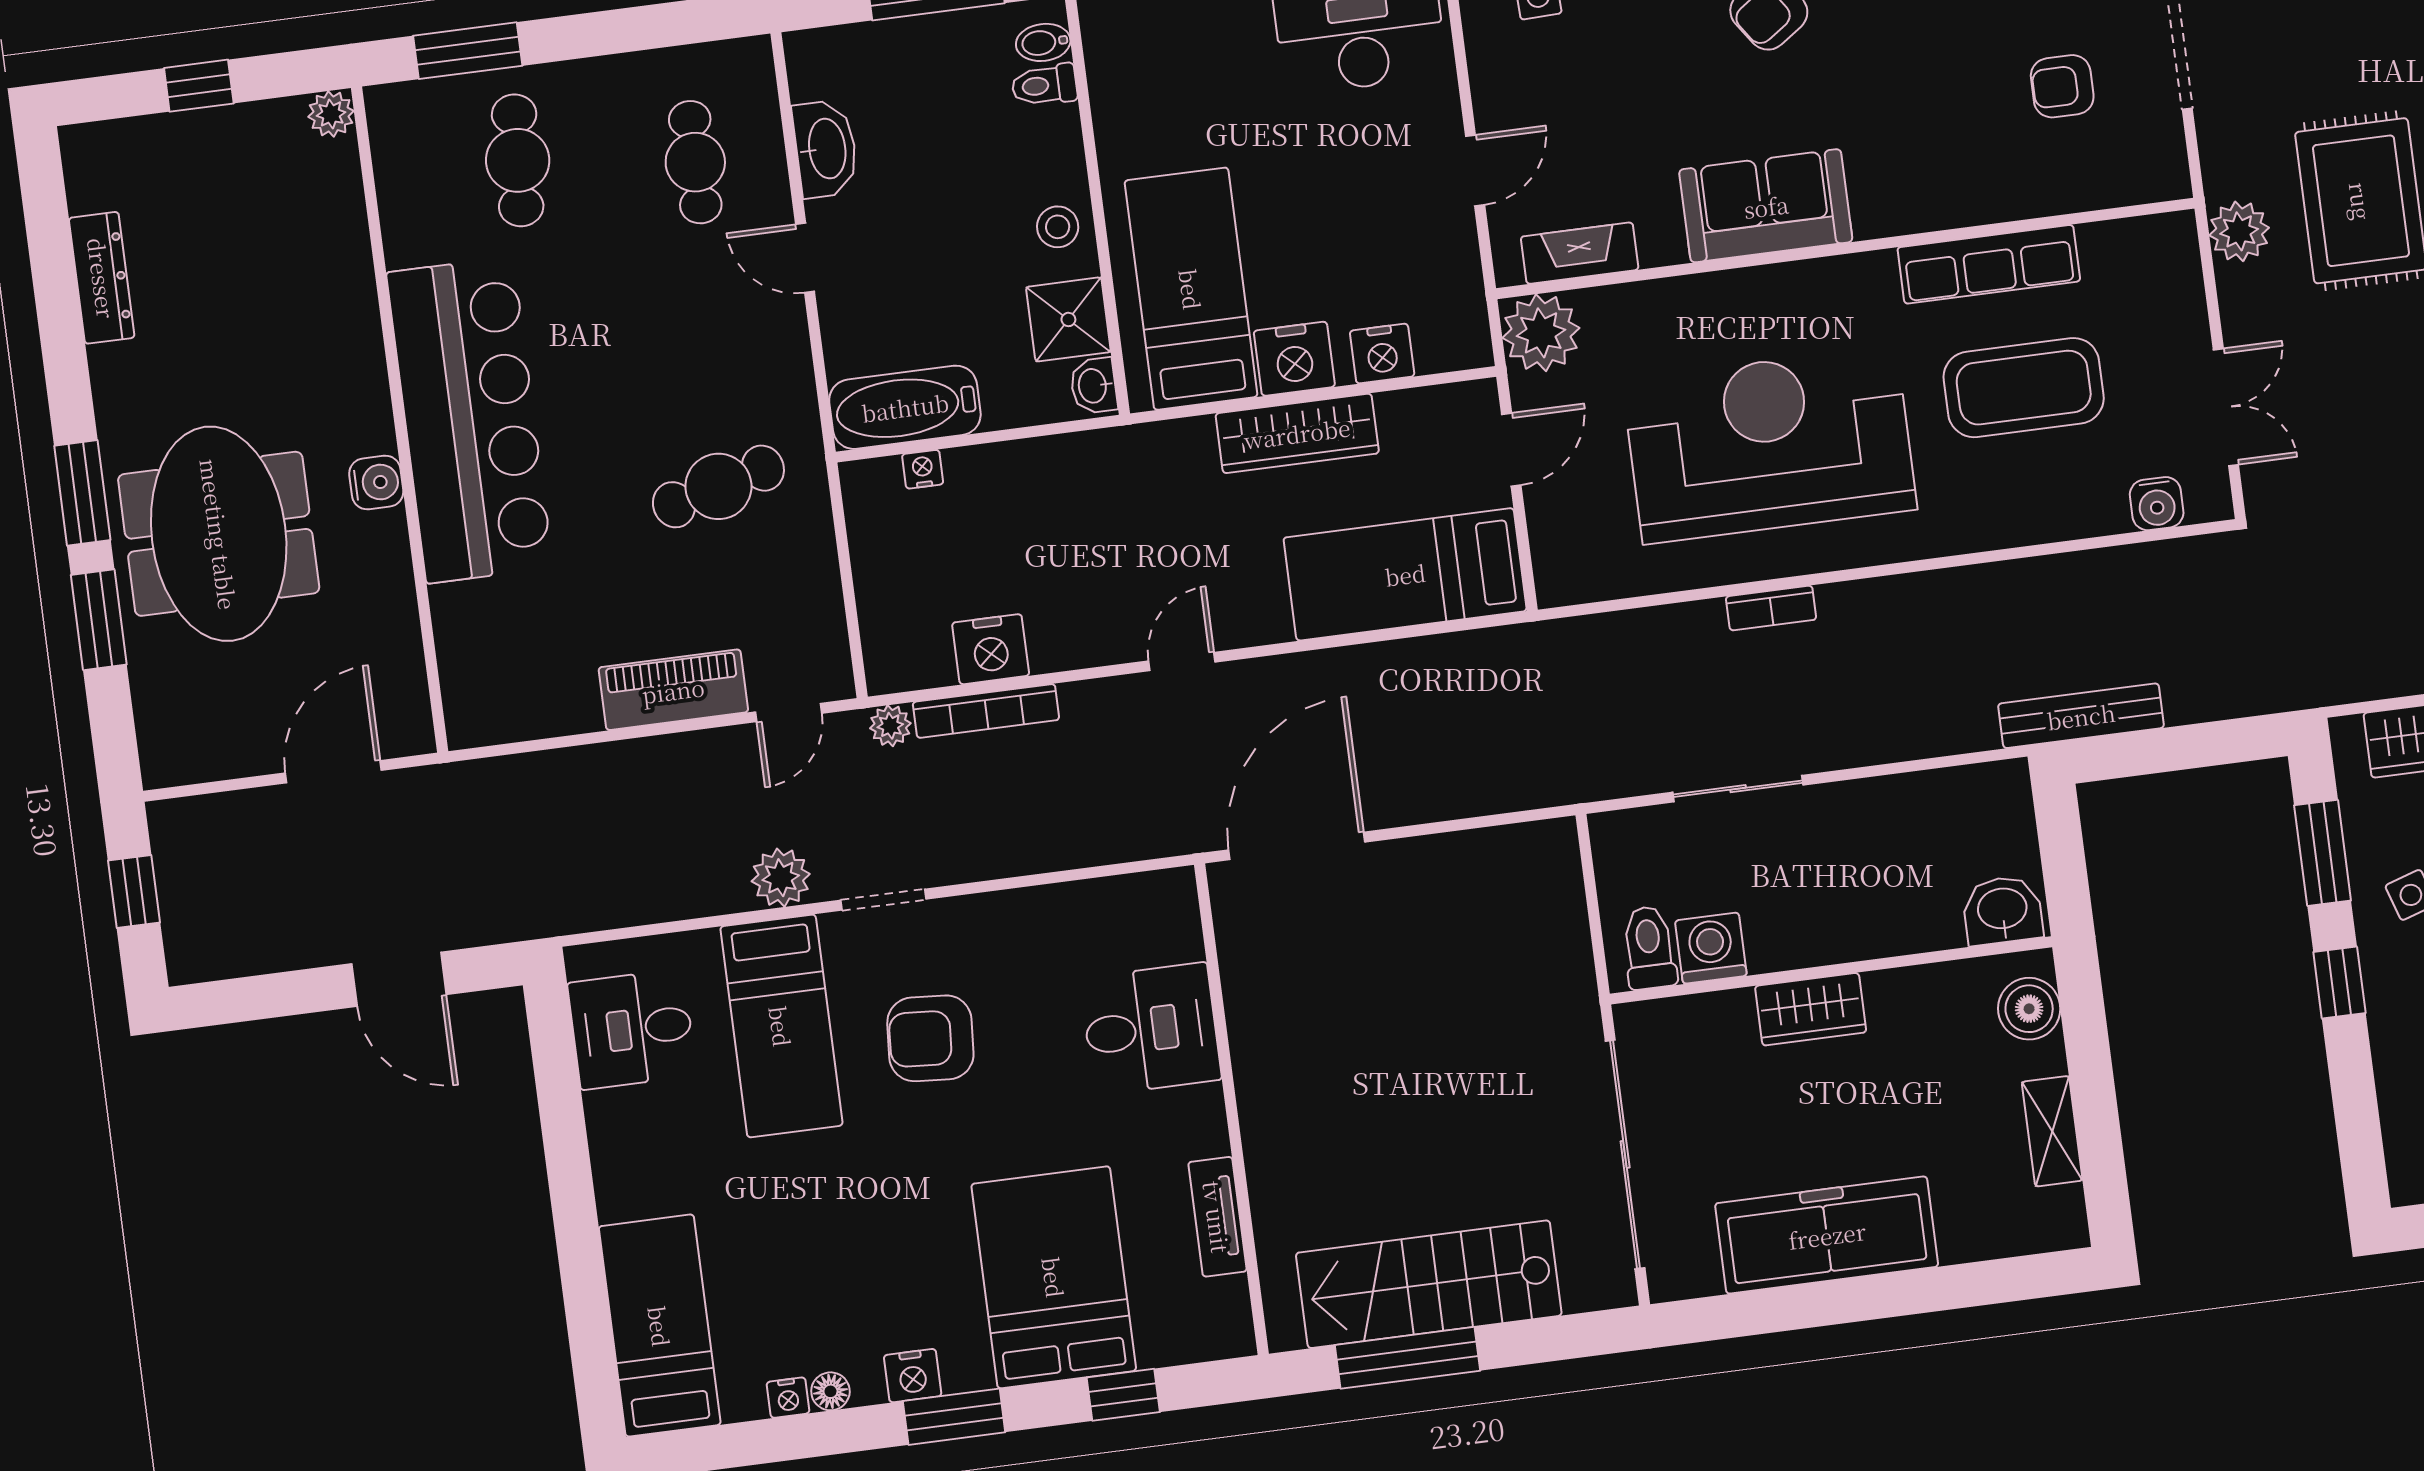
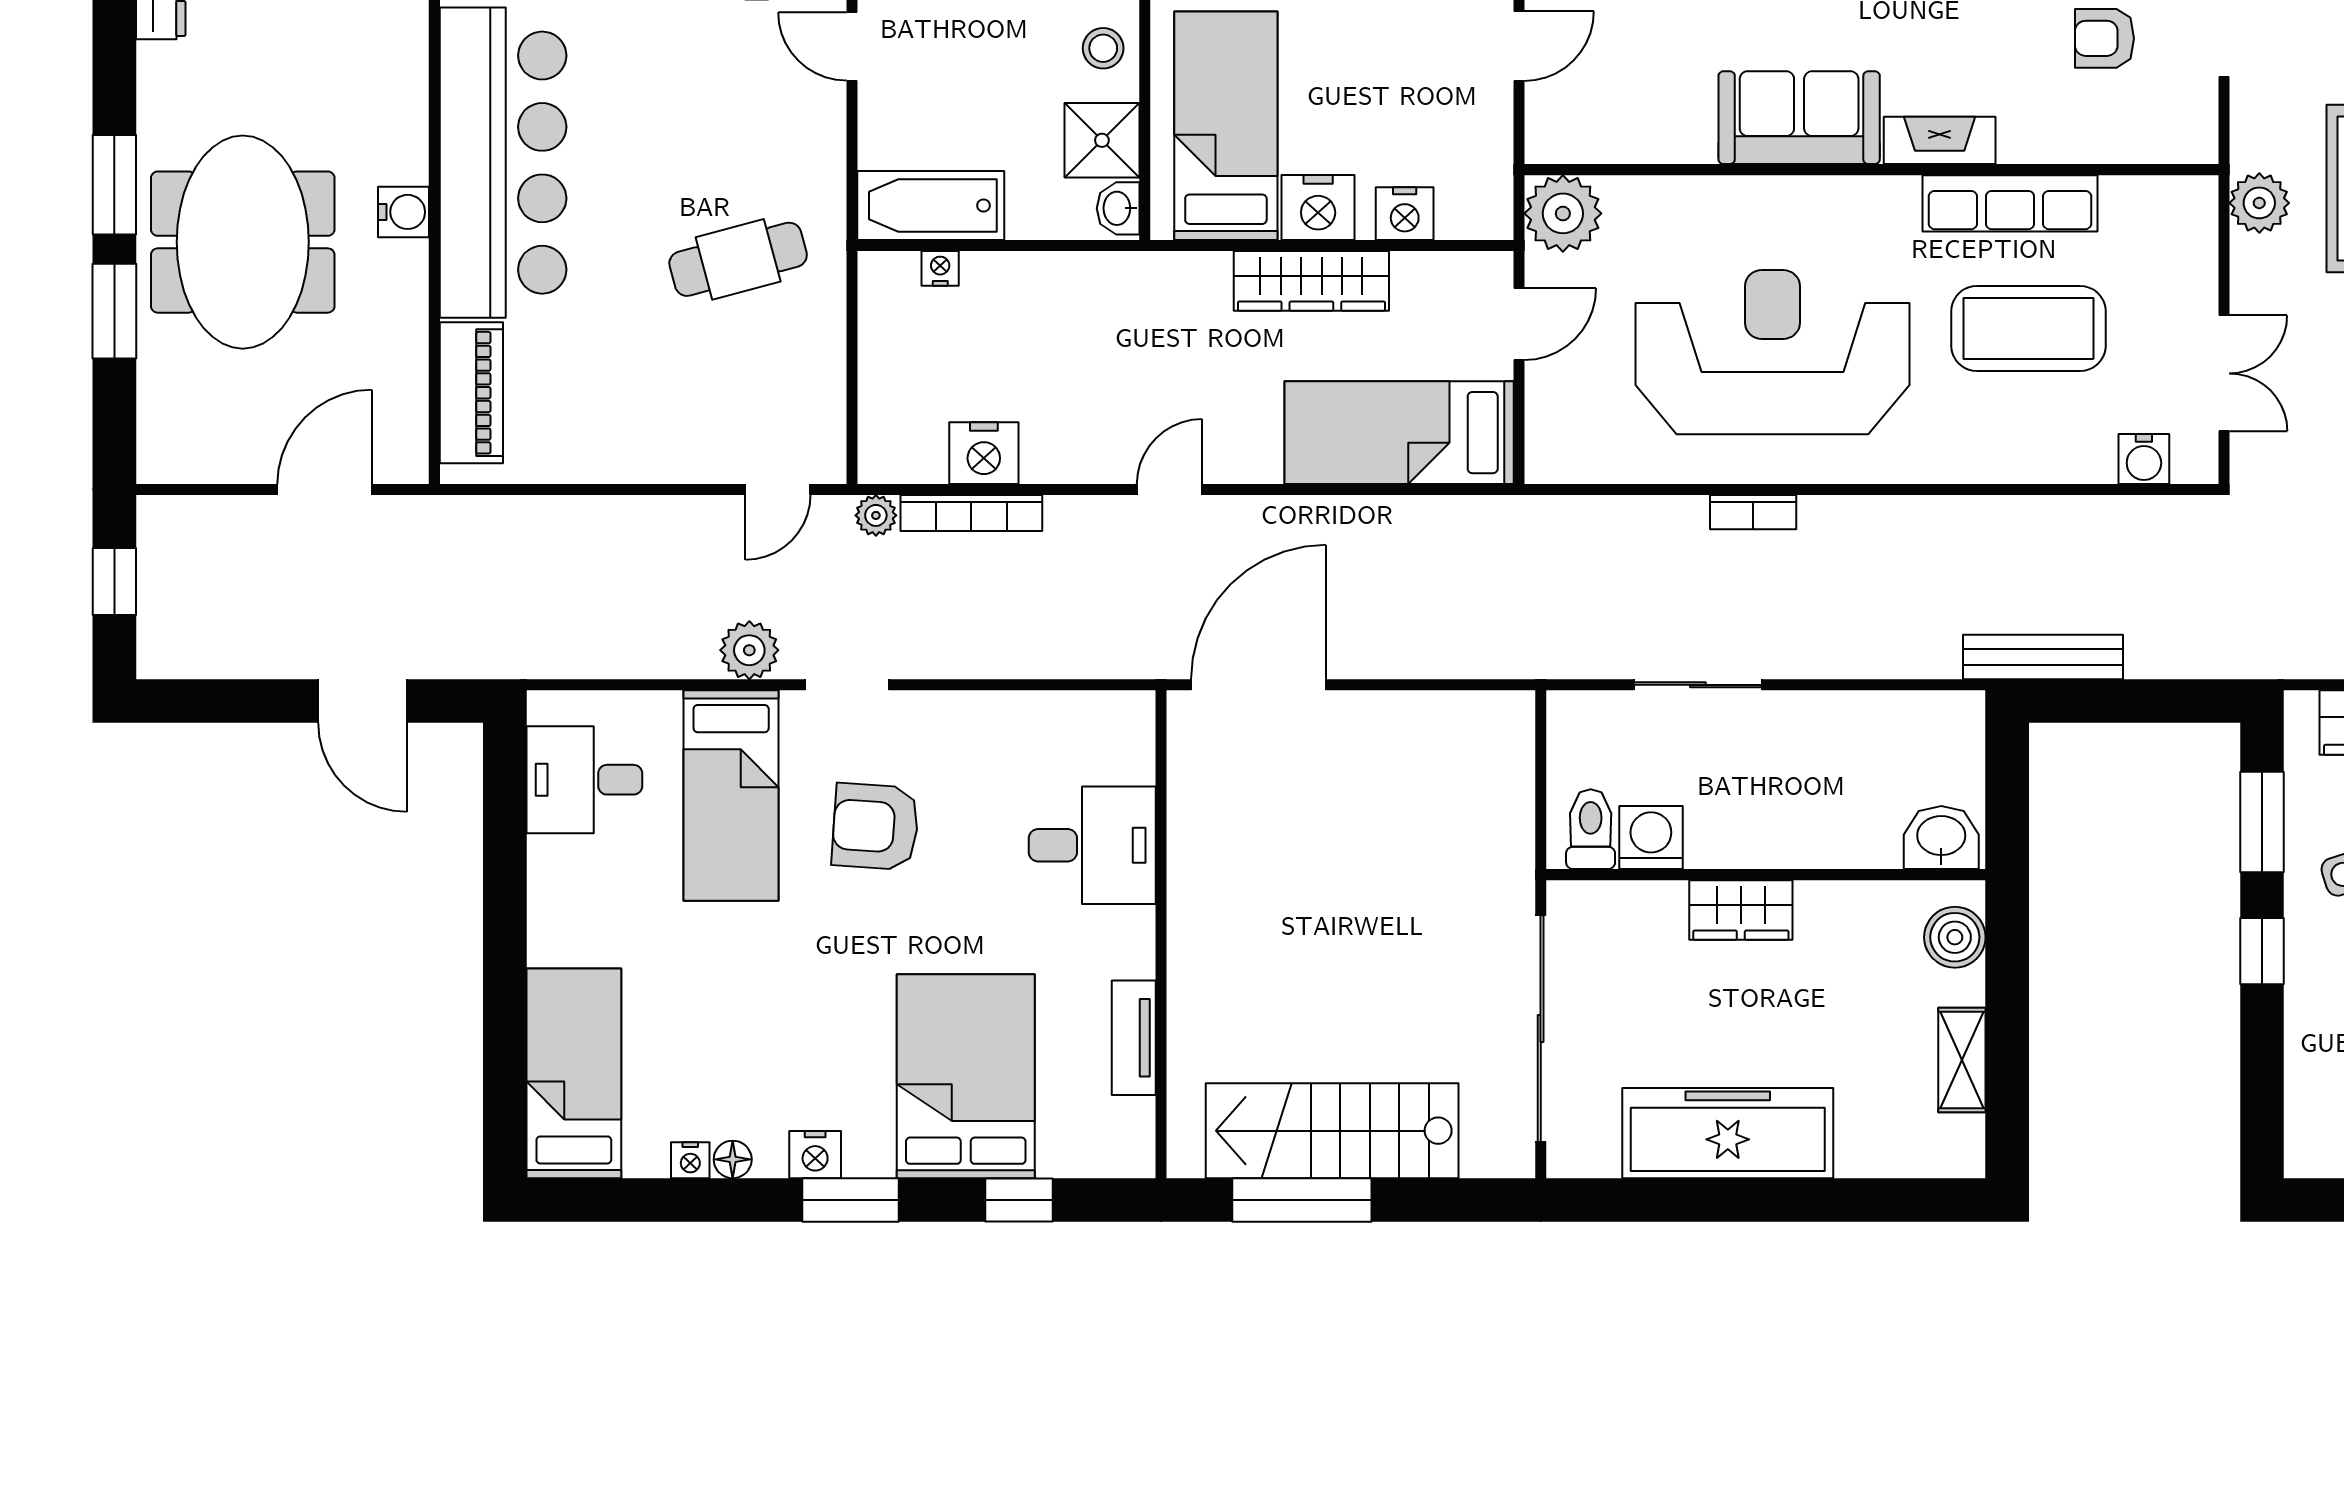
fireplace: (1580, 253) -> (1940, 140), moved
piano: (673, 690) -> (471, 393), moved, turned 90

